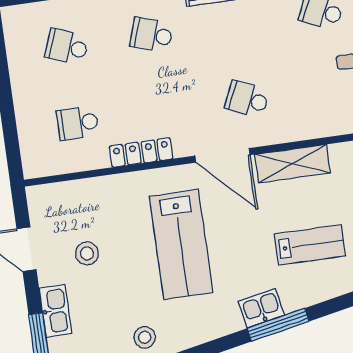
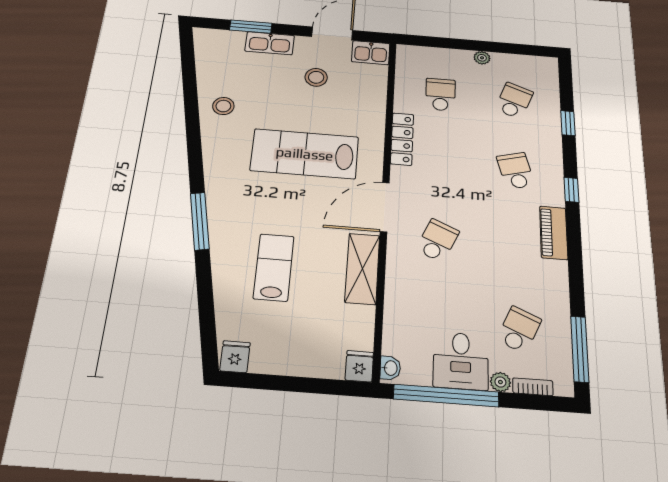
school desk: (152, 35) -> (516, 171), turned -33
plant: (20, 87) -> (482, 58), added
lab bench: (310, 245) -> (274, 267), turned 180
kitchen sink: (261, 308) -> (371, 53), moved, turned 101

